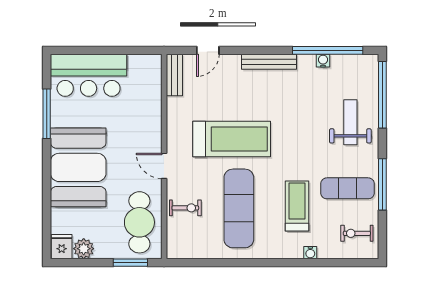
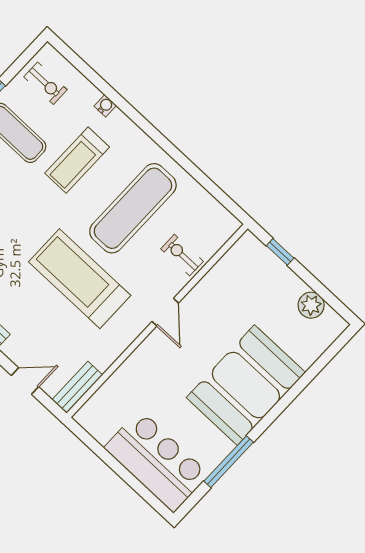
cafe table: (139, 222) -> (237, 281), removed
fridge: (62, 247) -> (330, 326), removed
window: (130, 263) -> (280, 252), width x0.67

